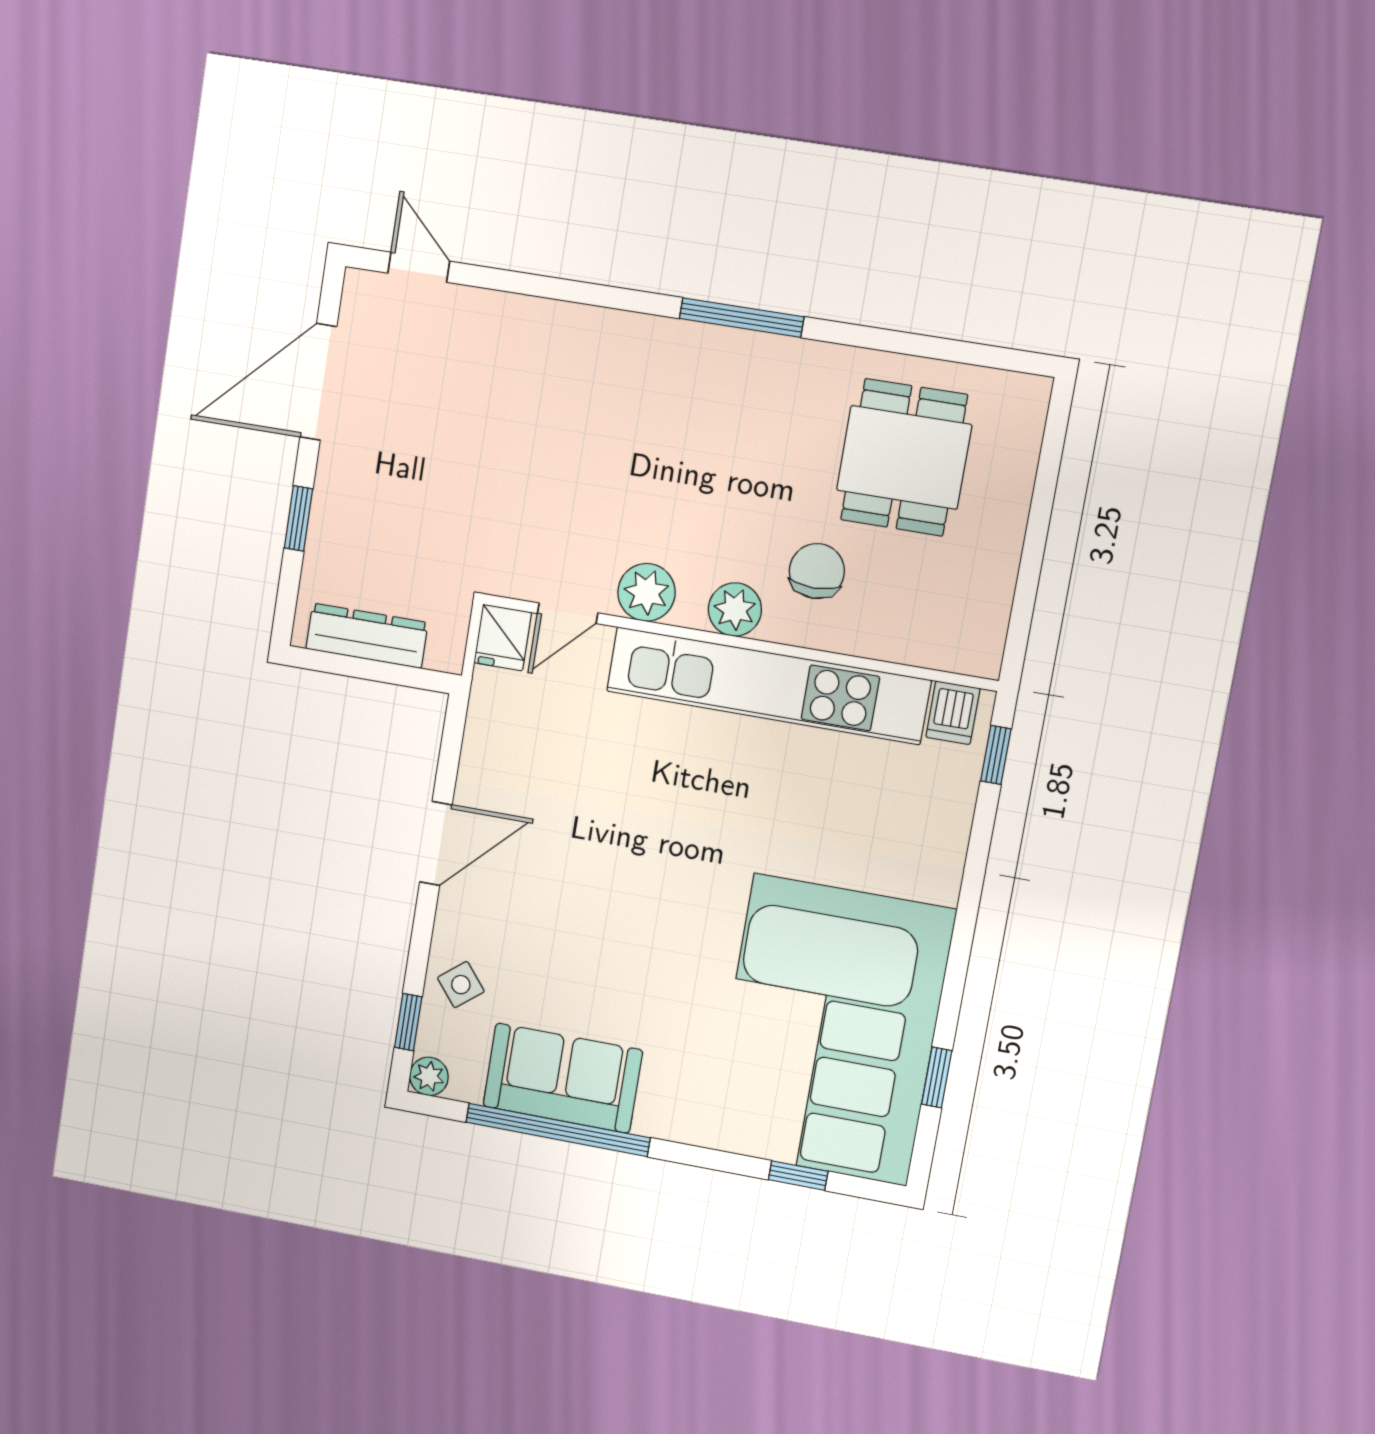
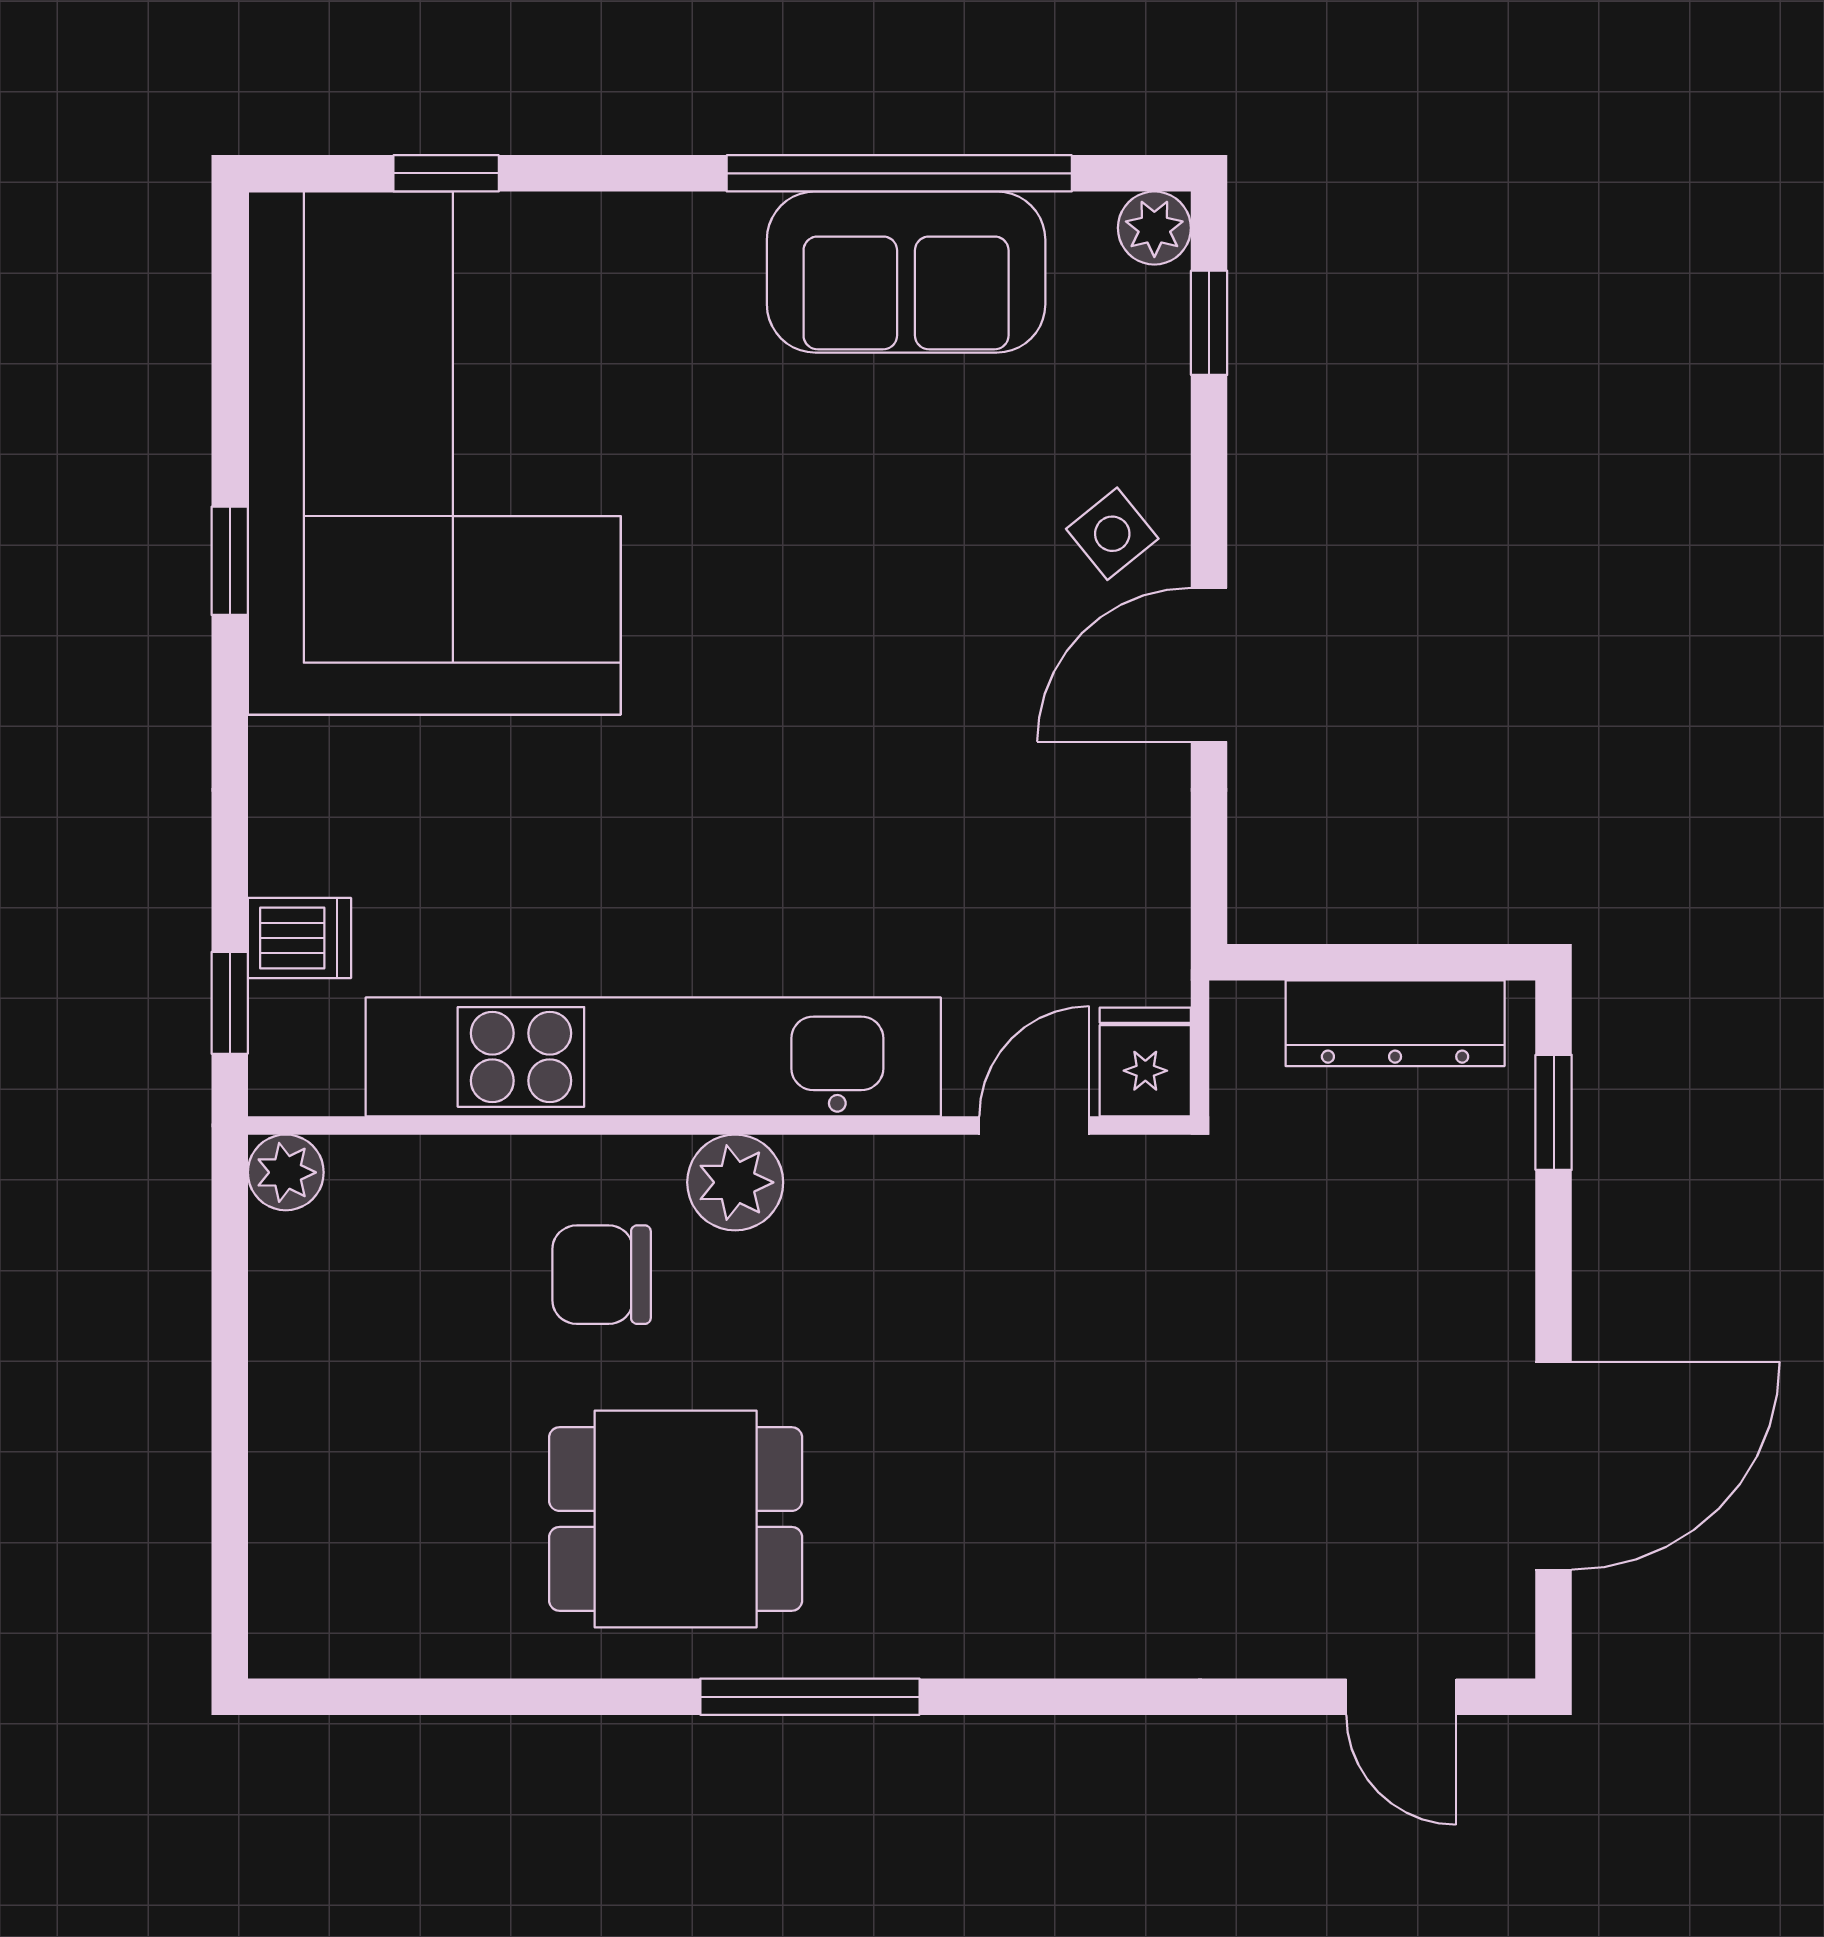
dining table: (904, 457) -> (676, 1519), moved, turned 90
window: (298, 518) -> (1554, 1112), moved
chair: (817, 571) -> (602, 1275), turned 90
plant: (647, 592) -> (286, 1172), moved, width x0.73, depth x0.73
dishwasher: (953, 713) -> (299, 938), moved, turned 90
side table: (461, 985) -> (1112, 534), moved
window: (937, 1077) -> (230, 561), moved

